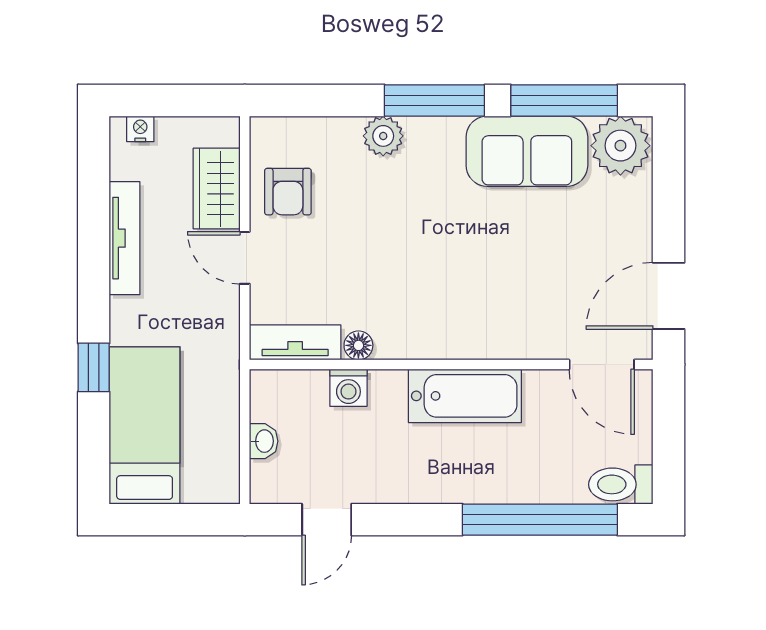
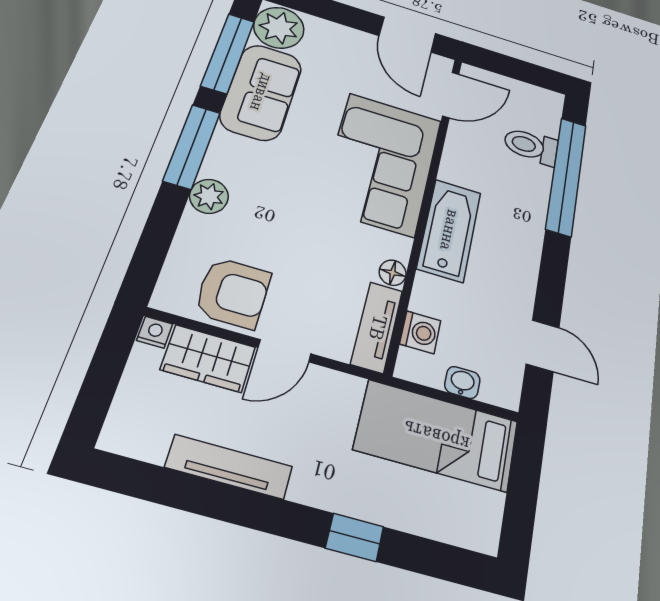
nightstand: (140, 129) -> (155, 332), moved, turned 90
armchair: (288, 192) -> (233, 293), width x1.38, depth x1.38
corner sofa: (483, 304) -> (381, 163), added
washing machine: (348, 388) -> (420, 332), moved
bathtub: (465, 396) -> (449, 230), moved
bed: (145, 425) -> (437, 435), moved
toilet: (621, 484) -> (531, 146), moved, turned 90

